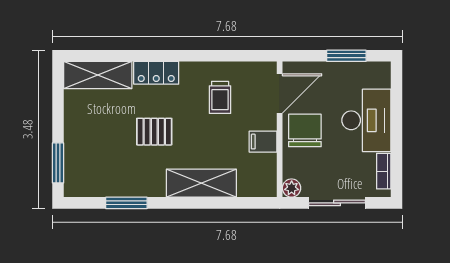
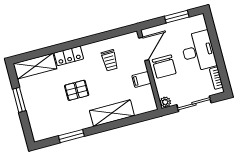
chair: (305, 130) -> (164, 67), turned 180
window: (58, 163) -> (19, 100), moved

